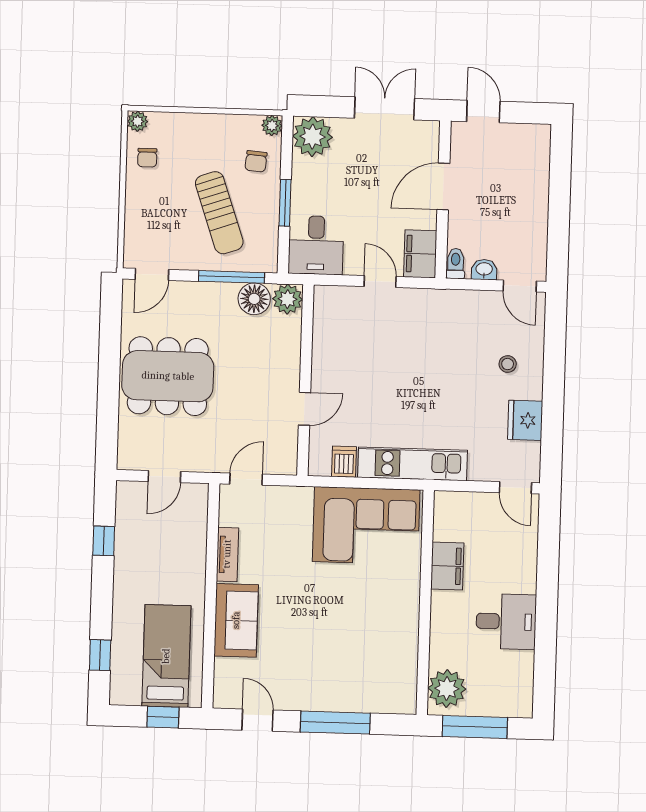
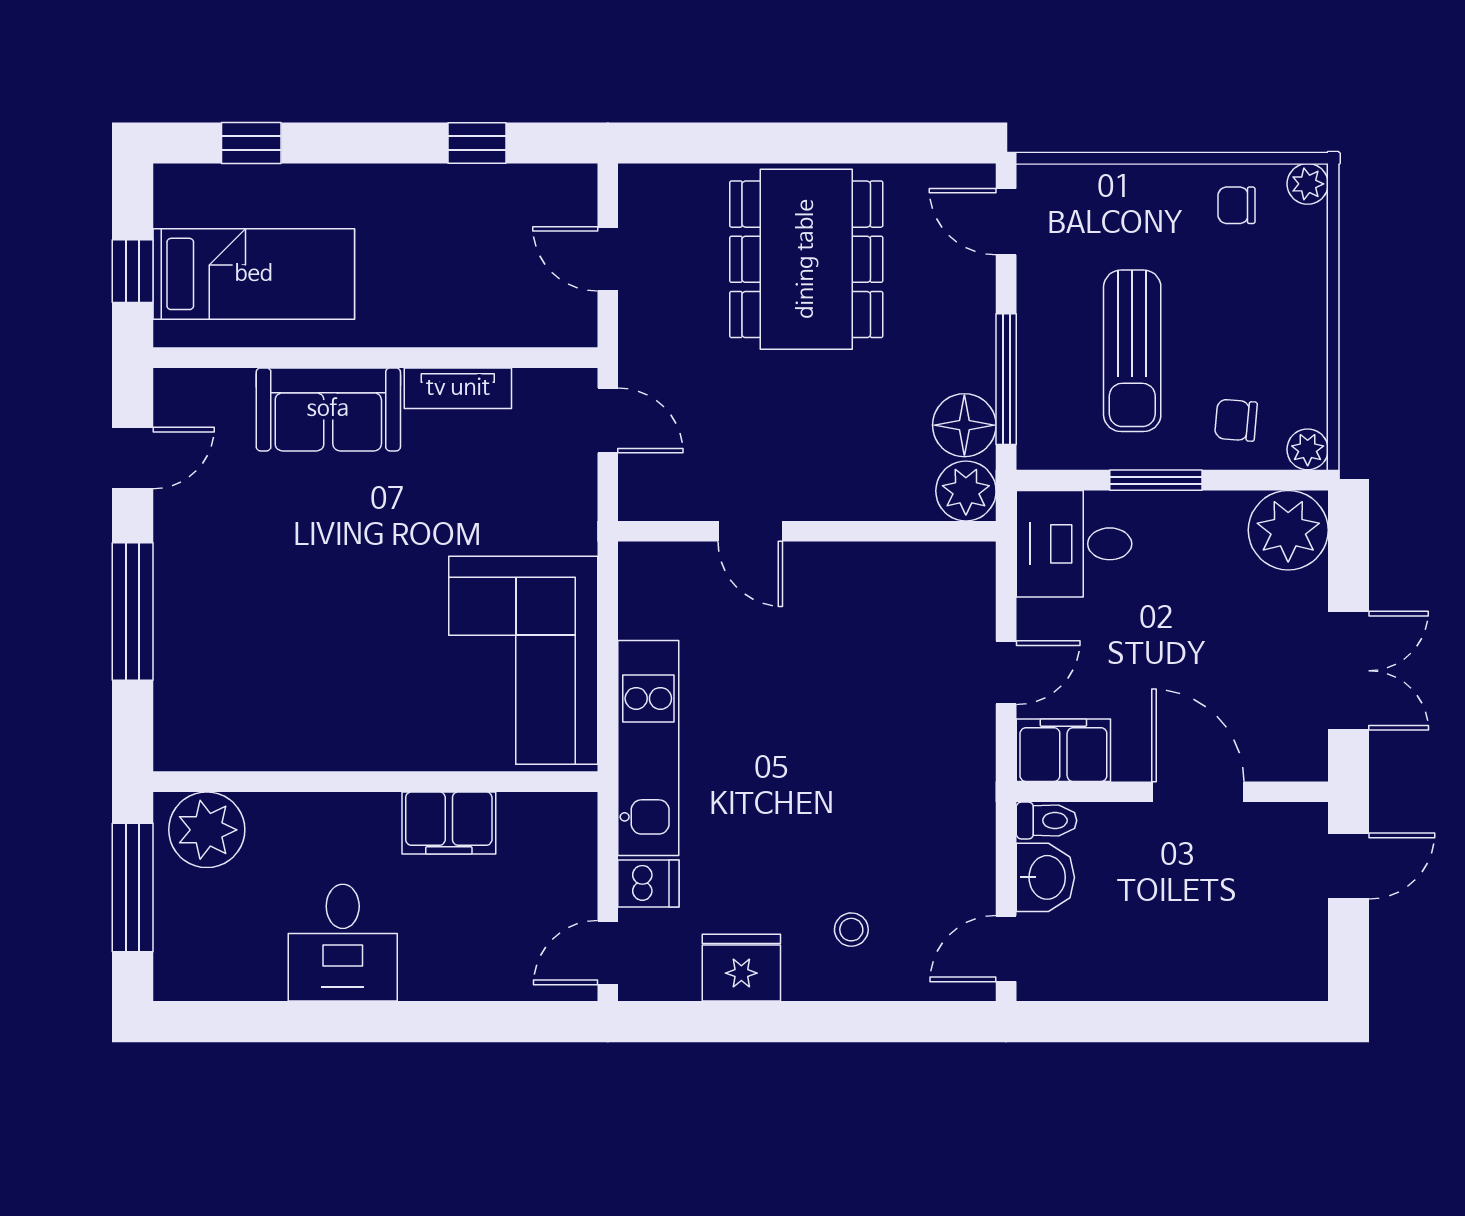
sun lounger: (219, 213) -> (1132, 351), turned -71
washbasin: (484, 270) -> (1045, 877), width x1.38, depth x1.45
dishwasher: (344, 462) -> (648, 883), moved

